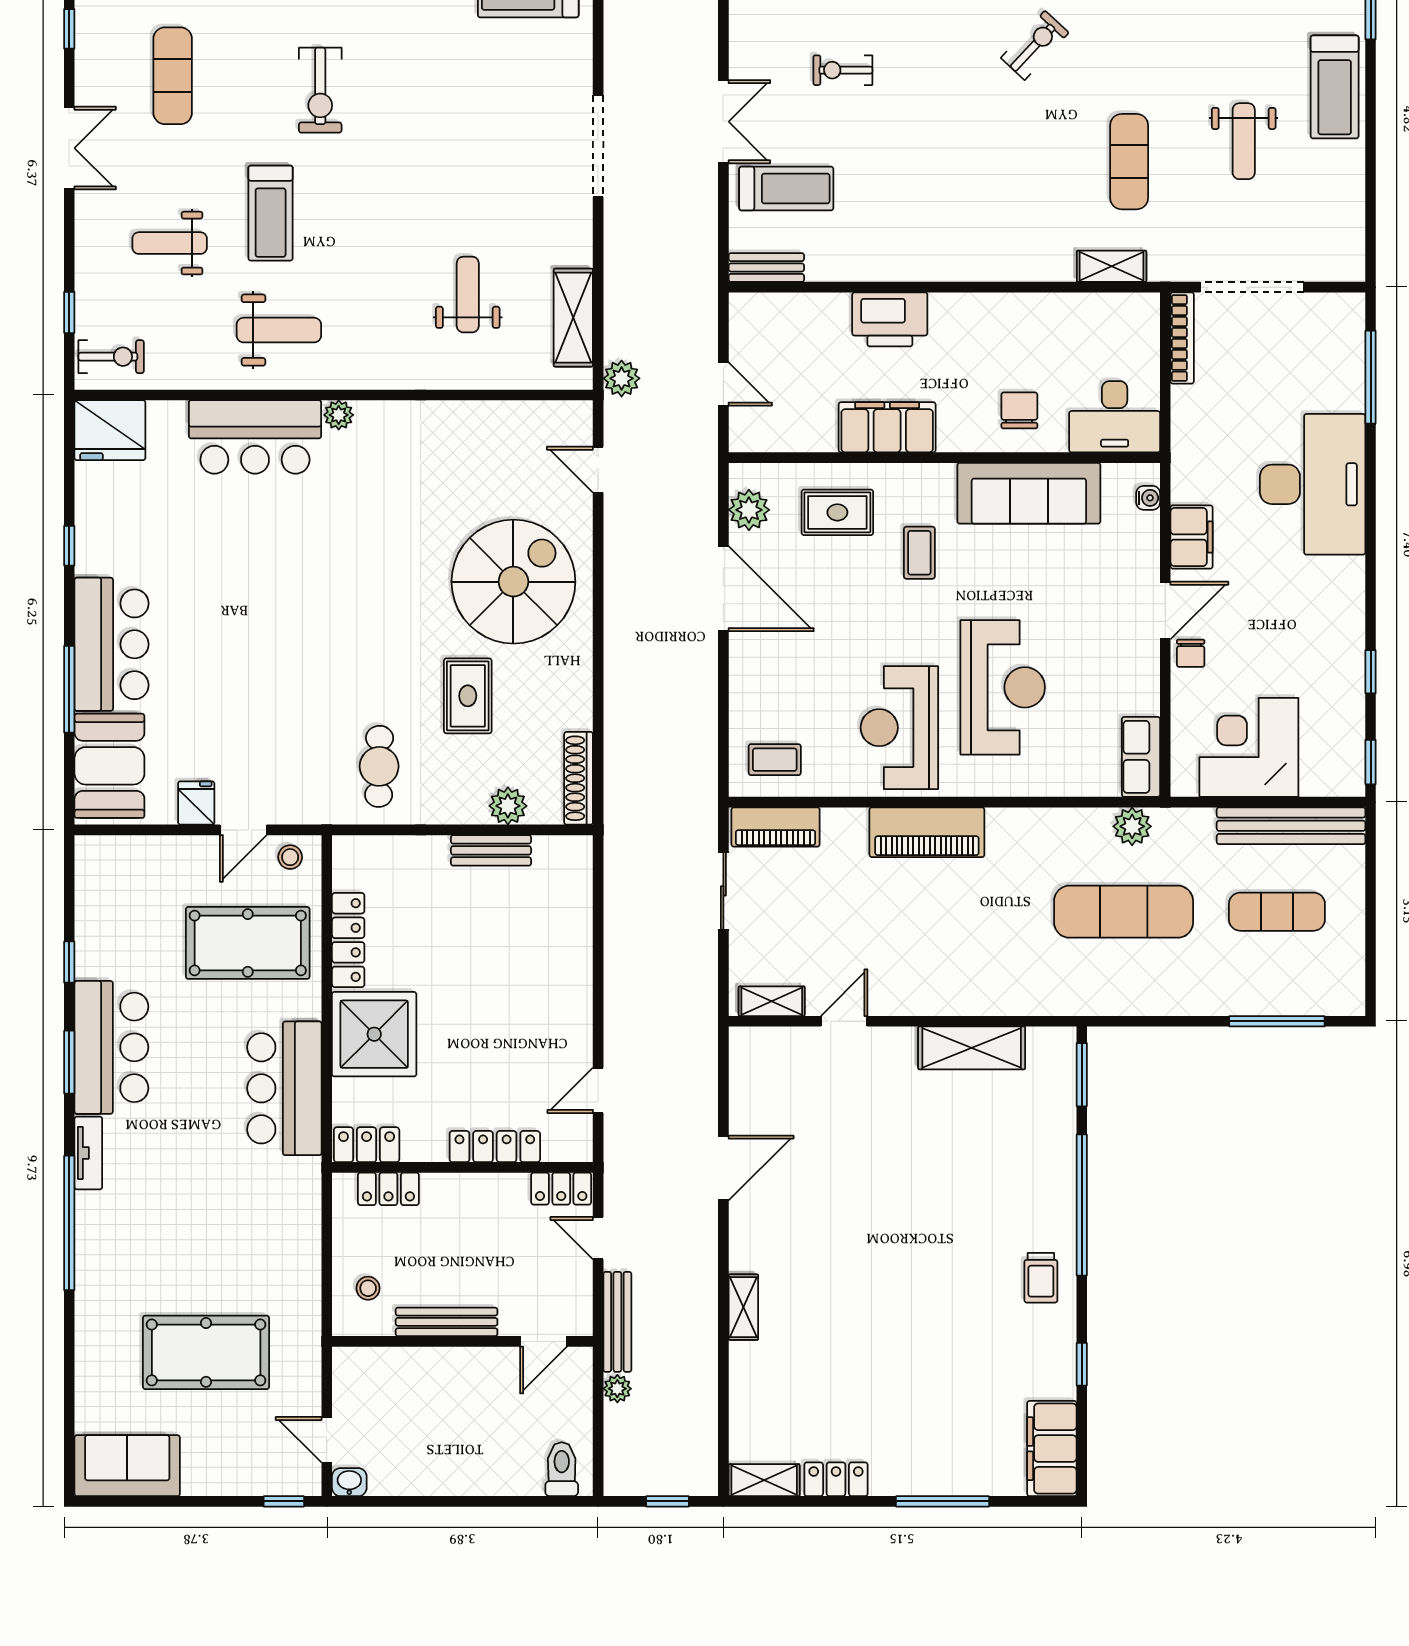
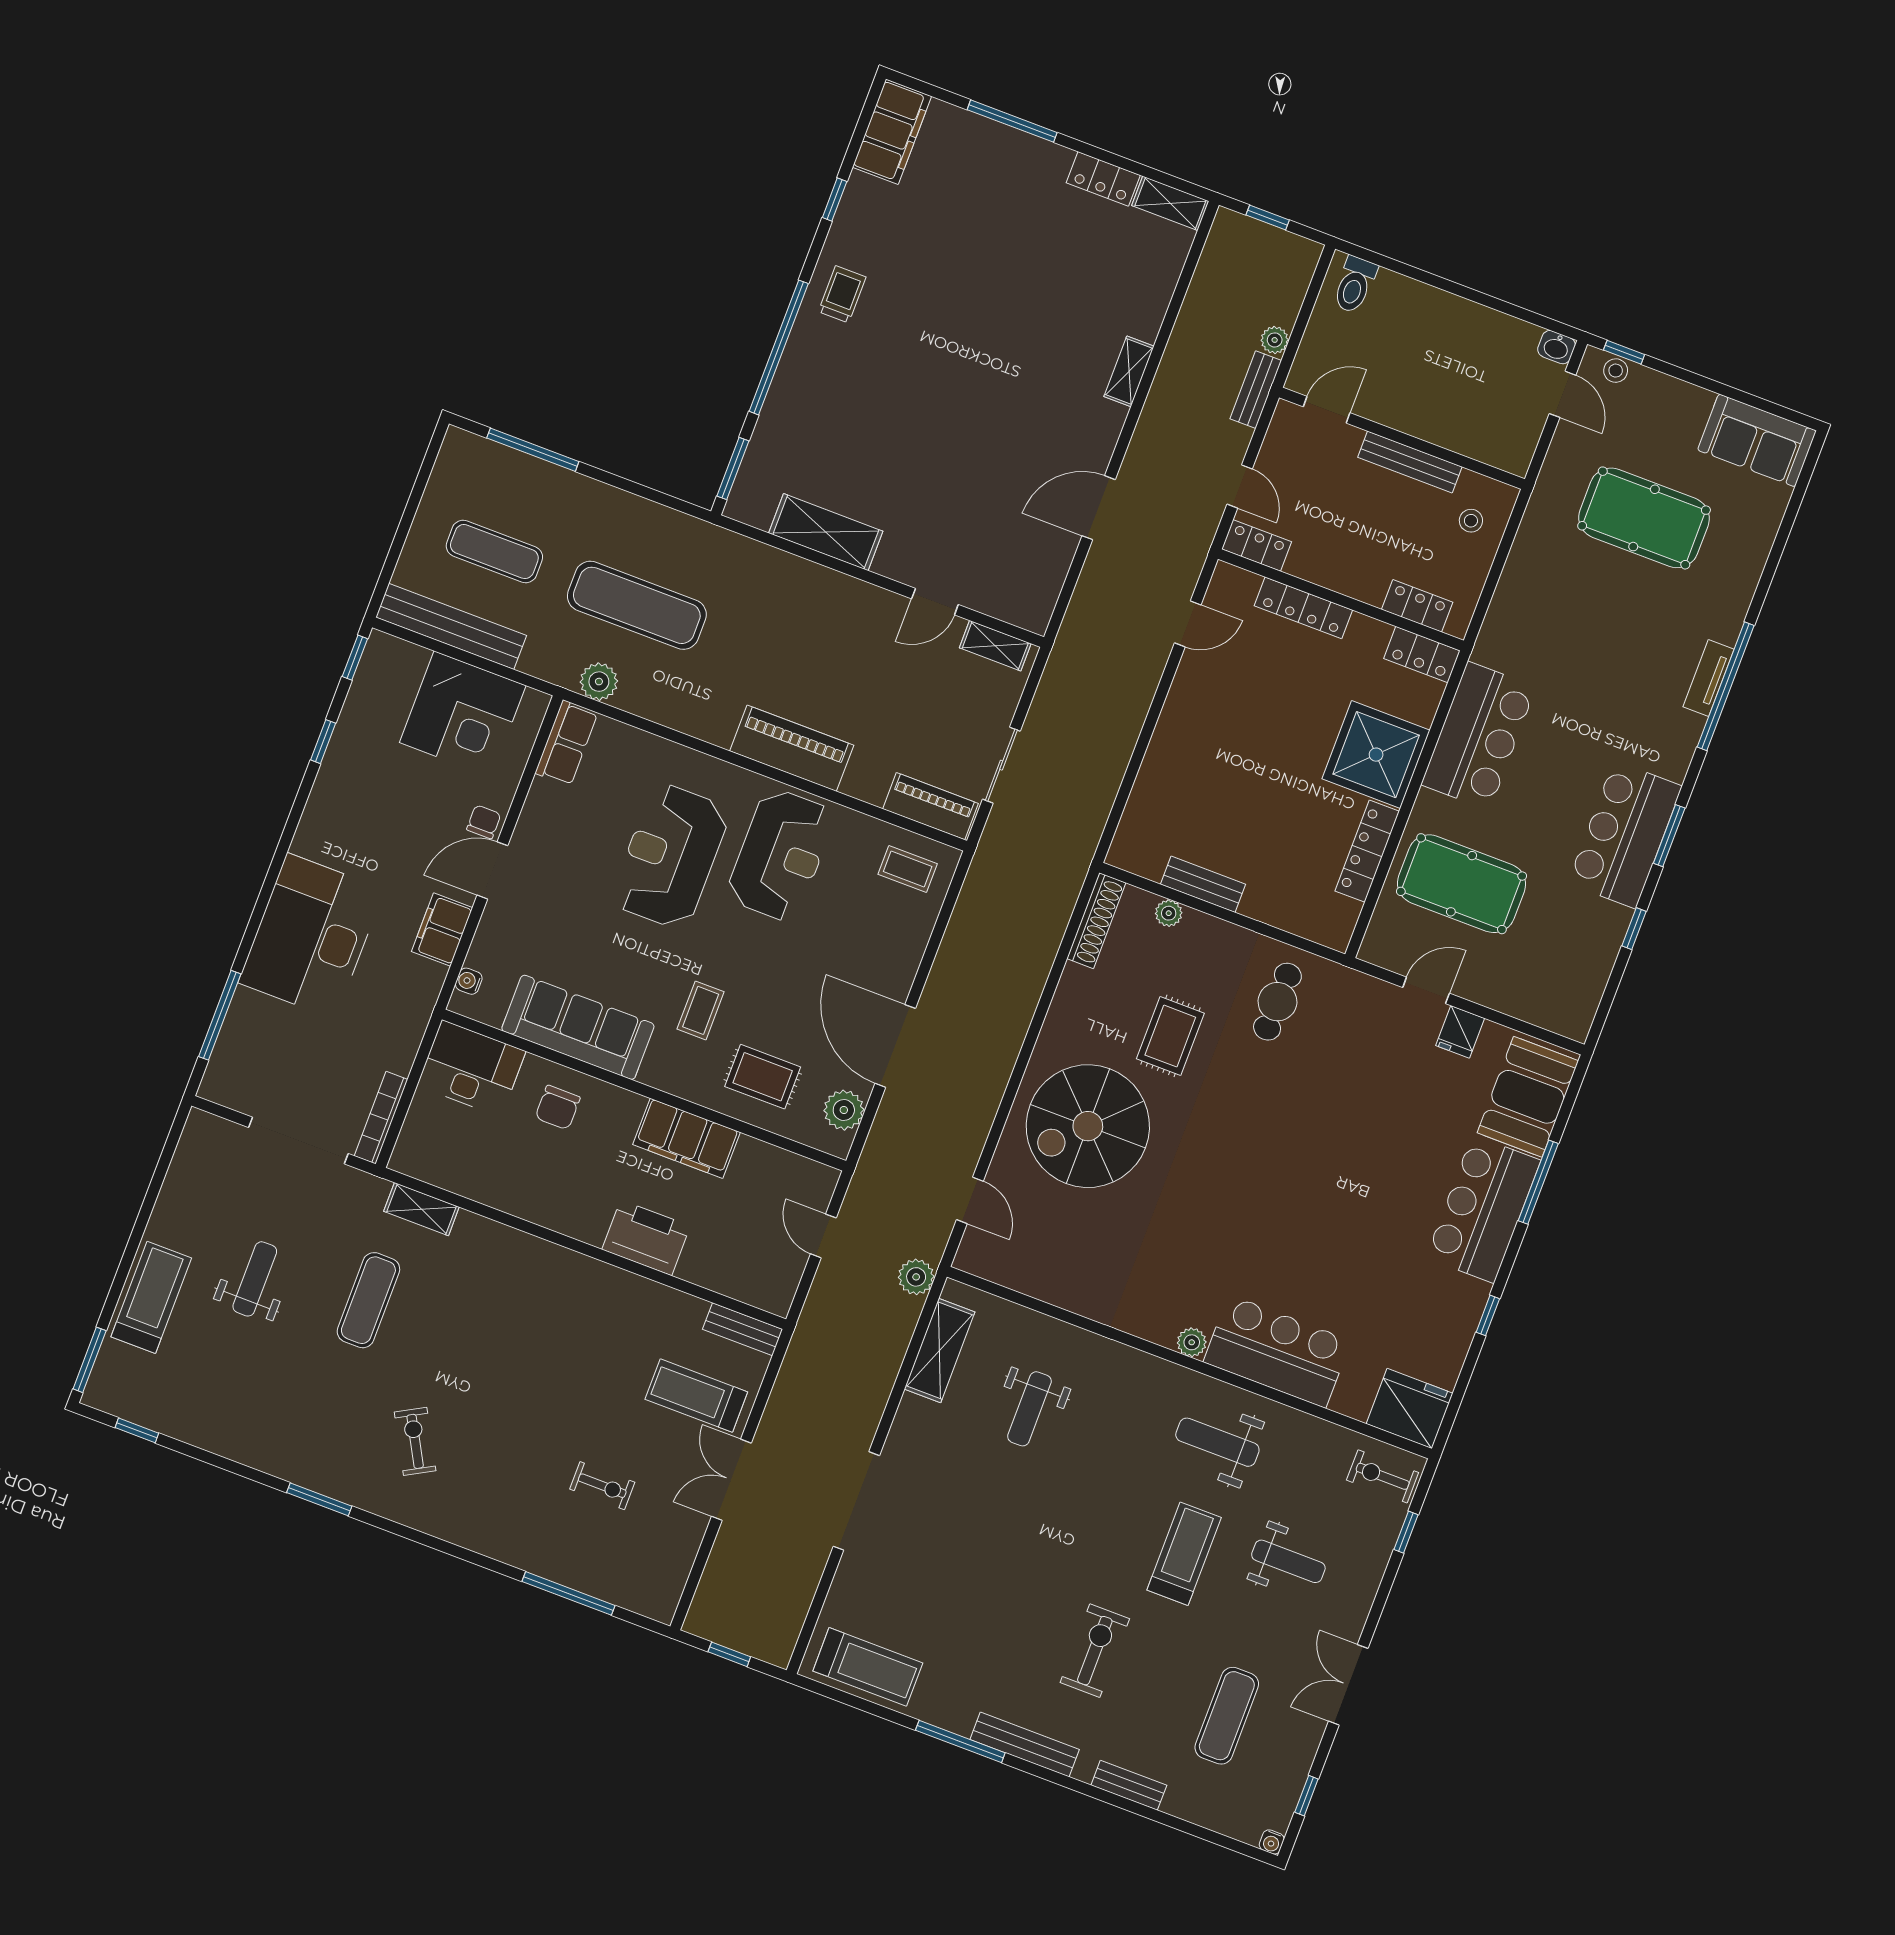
exercise bike: (1035, 45) -> (415, 1441), turned 108
plant: (508, 806) -> (1169, 913), width x0.73, depth x0.73
stool: (290, 857) -> (1616, 371), moved
tv unit: (88, 1153) -> (1708, 678), moved
bench: (617, 1322) -> (1256, 390), width x0.73

